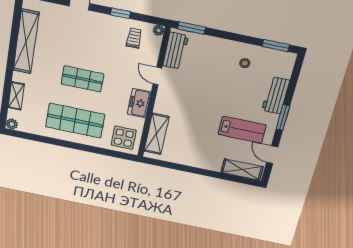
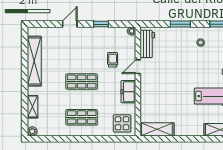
window: (192, 28) -> (180, 24), moved
trolley: (134, 38) -> (113, 60), moved
door: (157, 76) -> (138, 67), hinge flipped
shop shelf: (75, 121) -> (82, 117), width x0.70, depth x0.74
shelving: (157, 134) -> (157, 129), moved, turned 90

